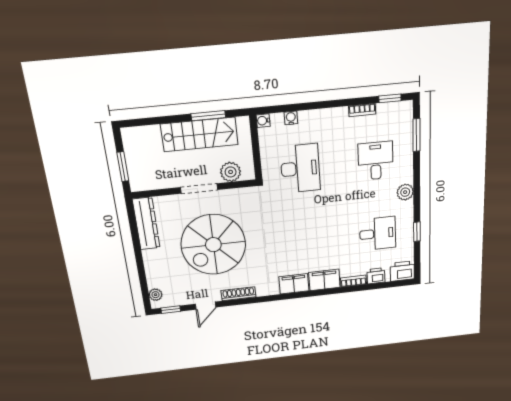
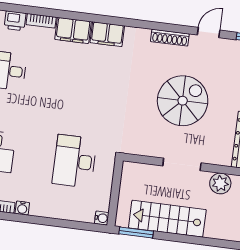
window: (208, 116) -> (136, 233), moved
water cooler: (291, 118) -> (22, 208), moved
plant: (231, 172) -> (220, 183), moved
spiral stairs: (213, 245) -> (183, 101), width x0.73, depth x0.73

